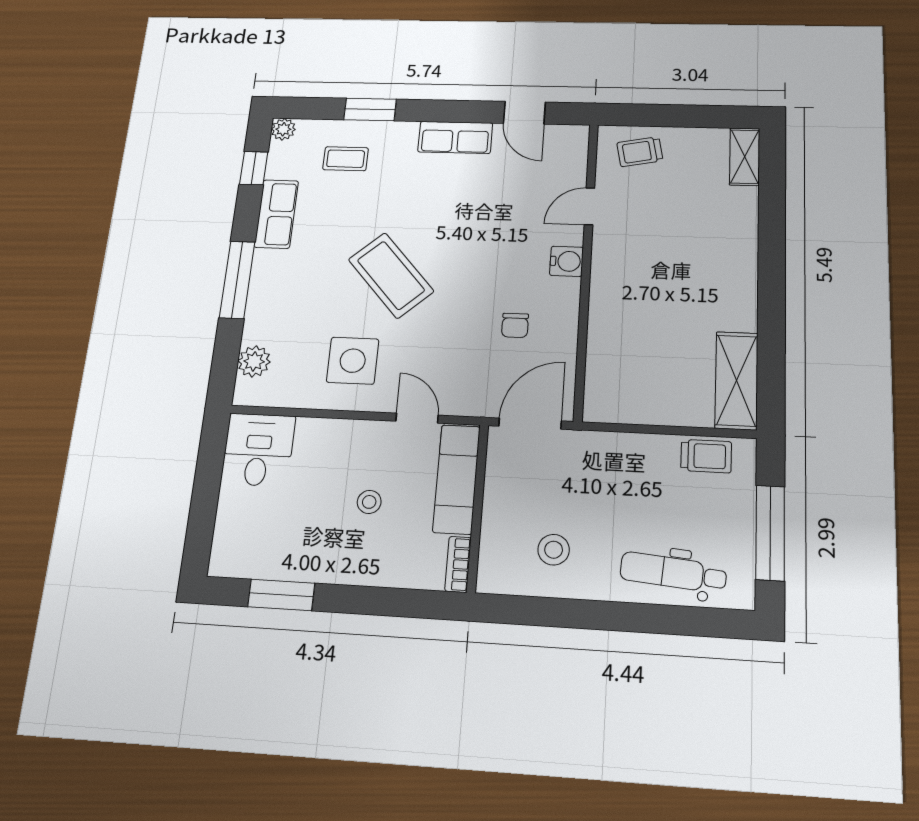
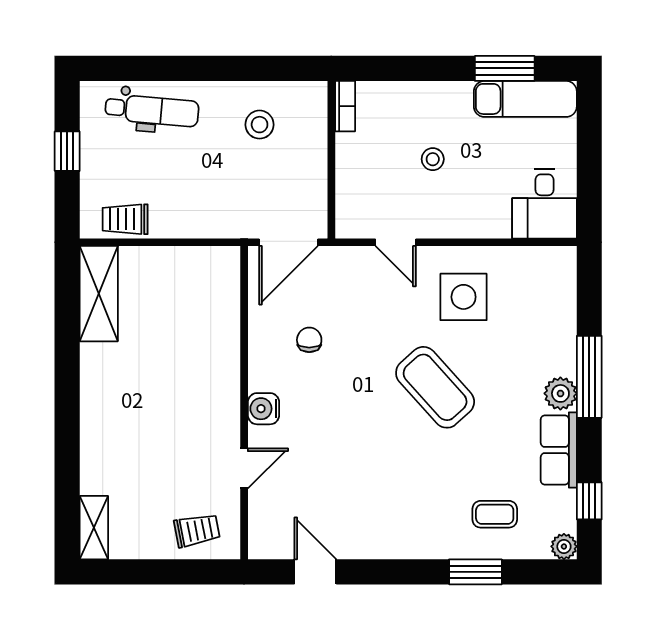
row of seats: (455, 137) -> (384, 542), removed
plant: (254, 361) -> (560, 393), moved
exam couch: (457, 479) -> (525, 99), moved, turned 90
window: (770, 533) -> (67, 151), width x0.46

